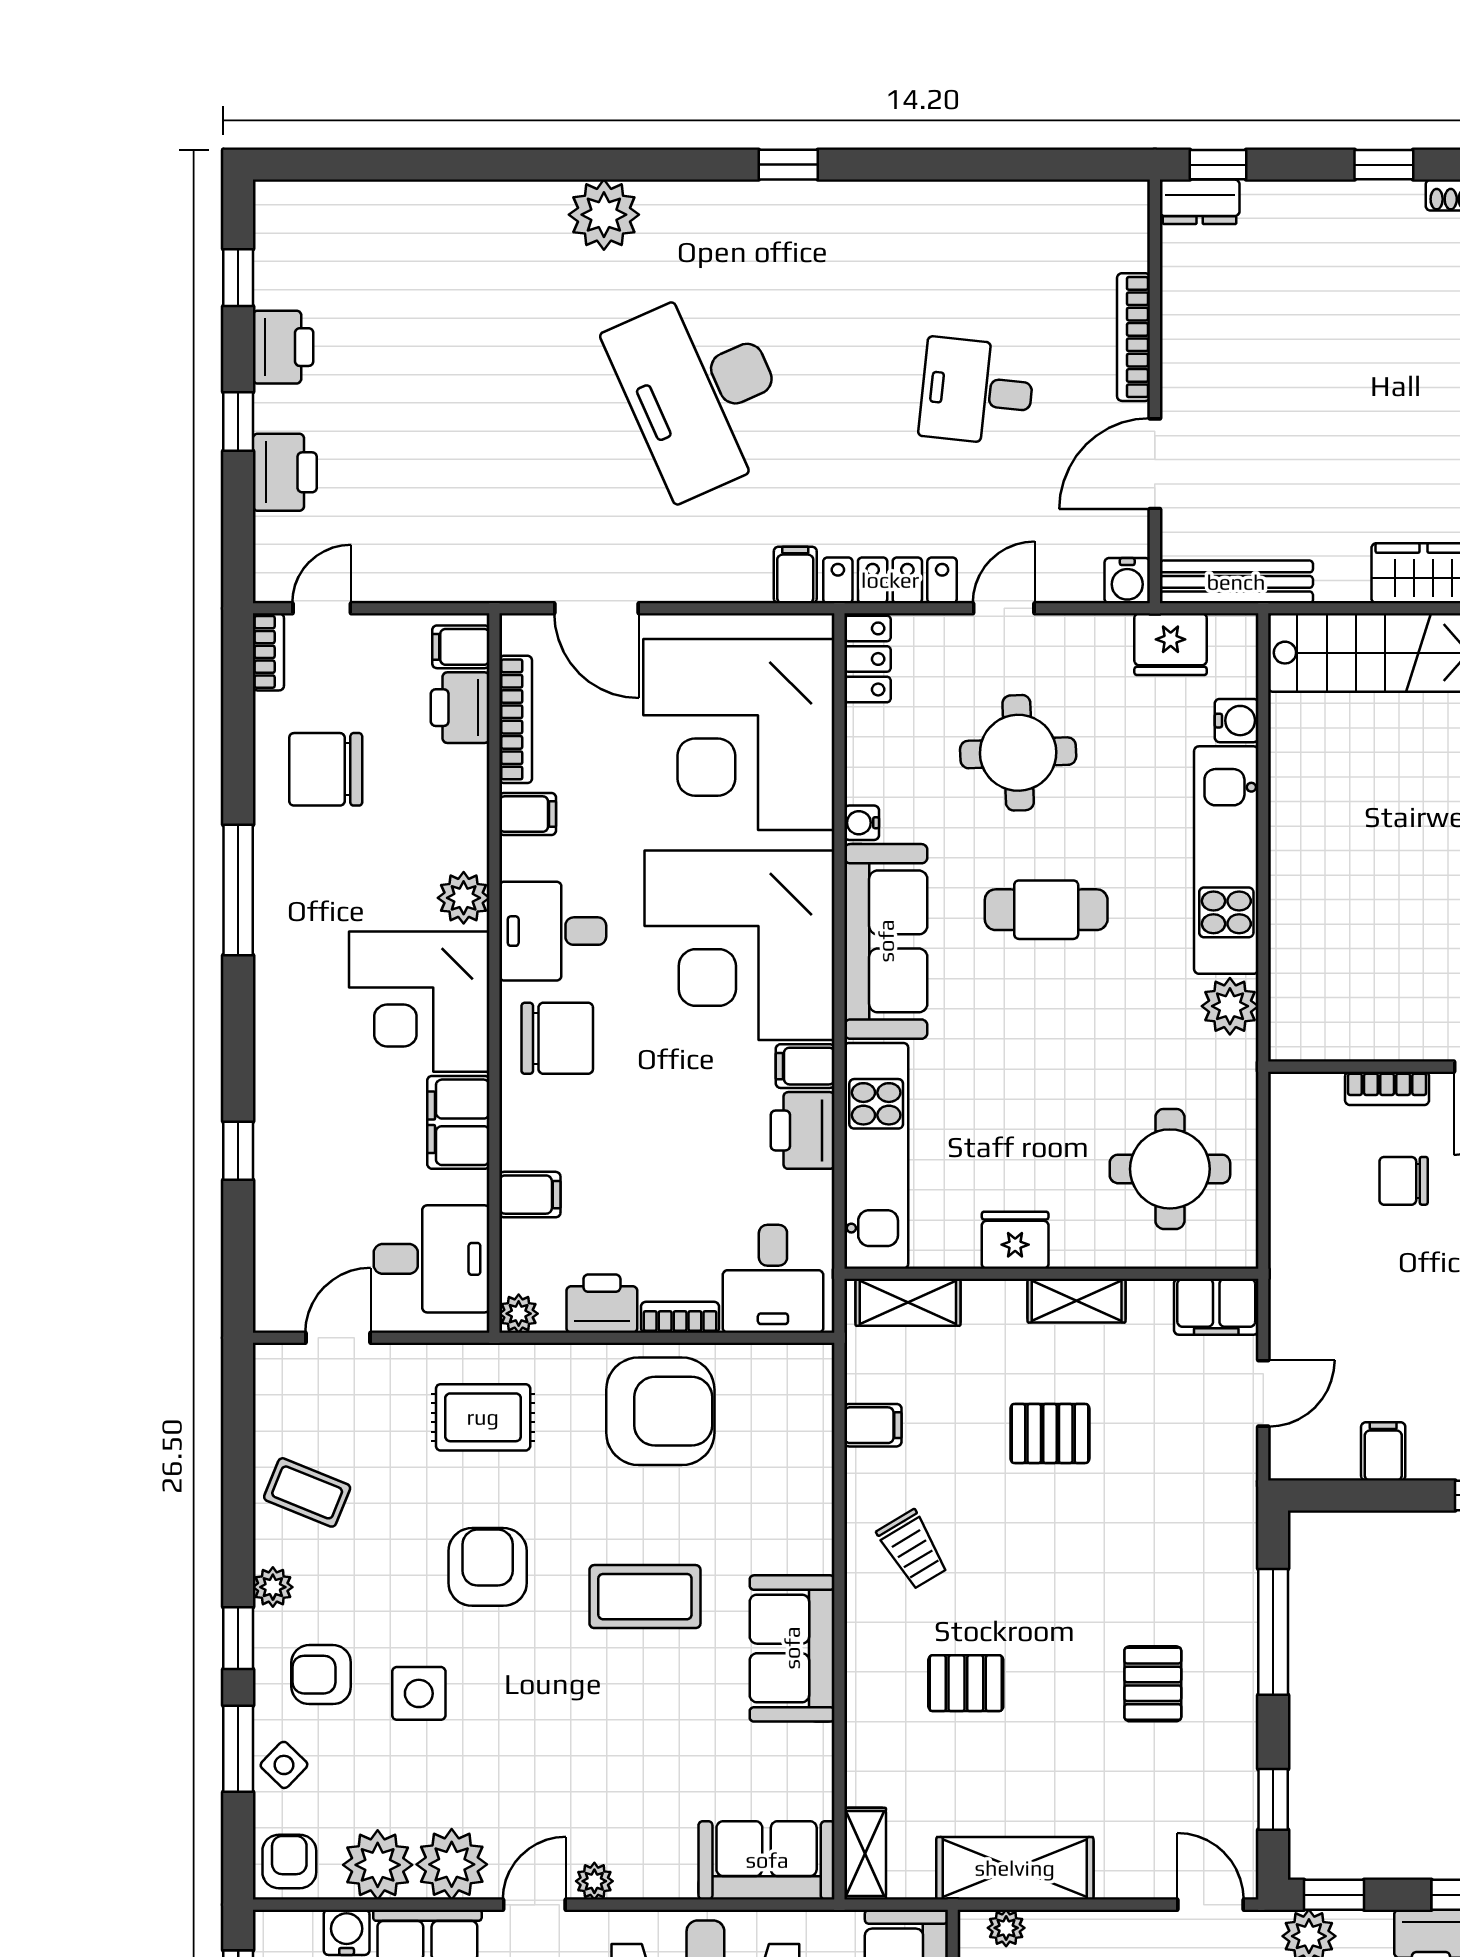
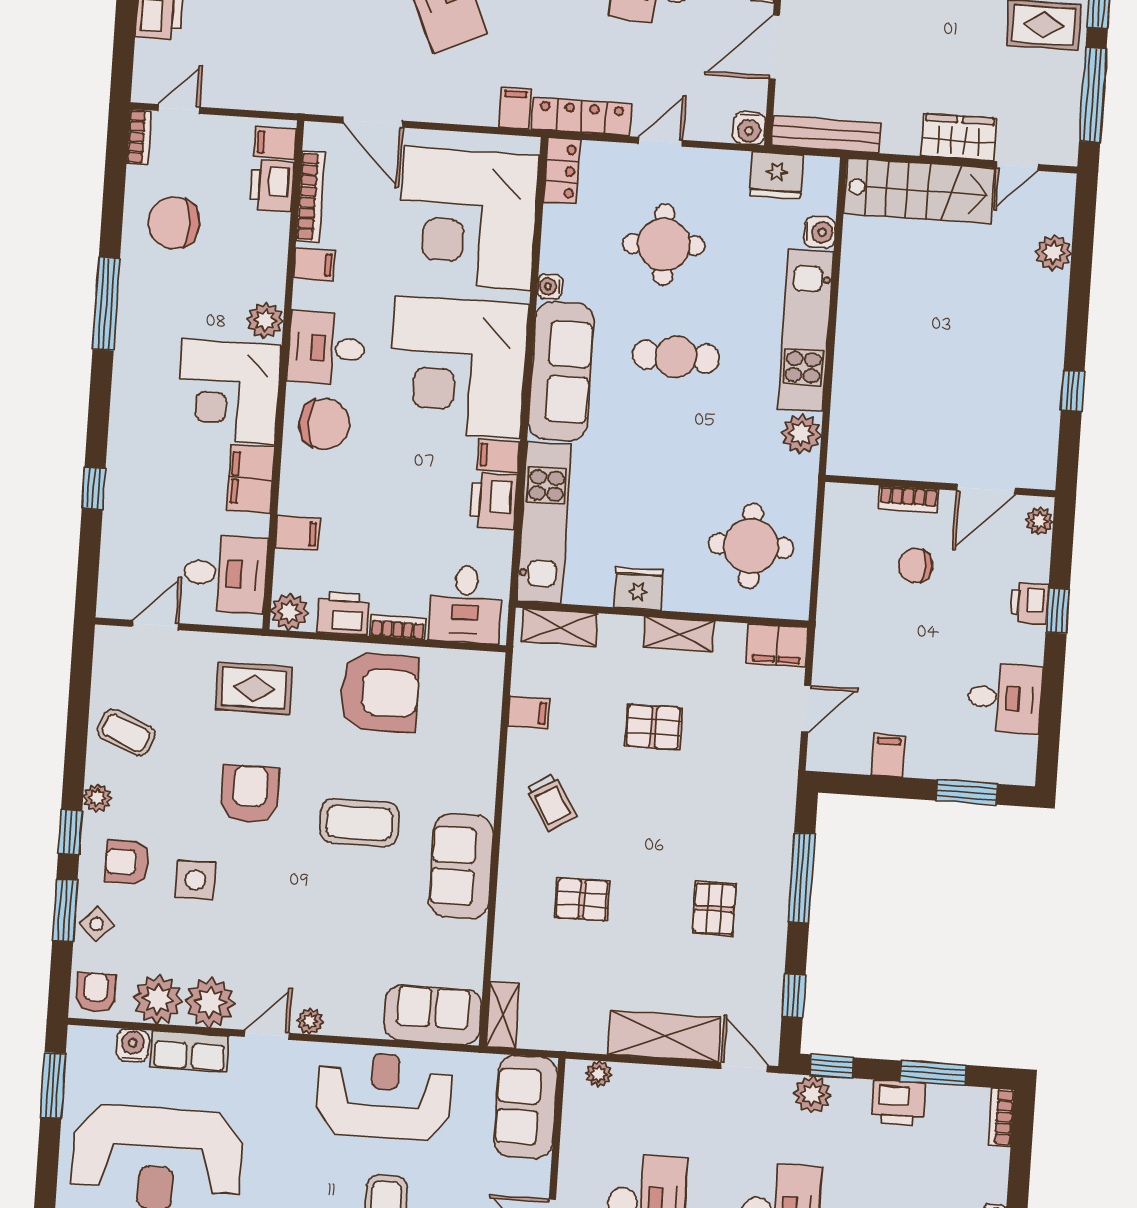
plant: (519, 1314) -> (289, 612), width x1.38, depth x1.38
shelving: (1015, 1868) -> (664, 1036), moved

